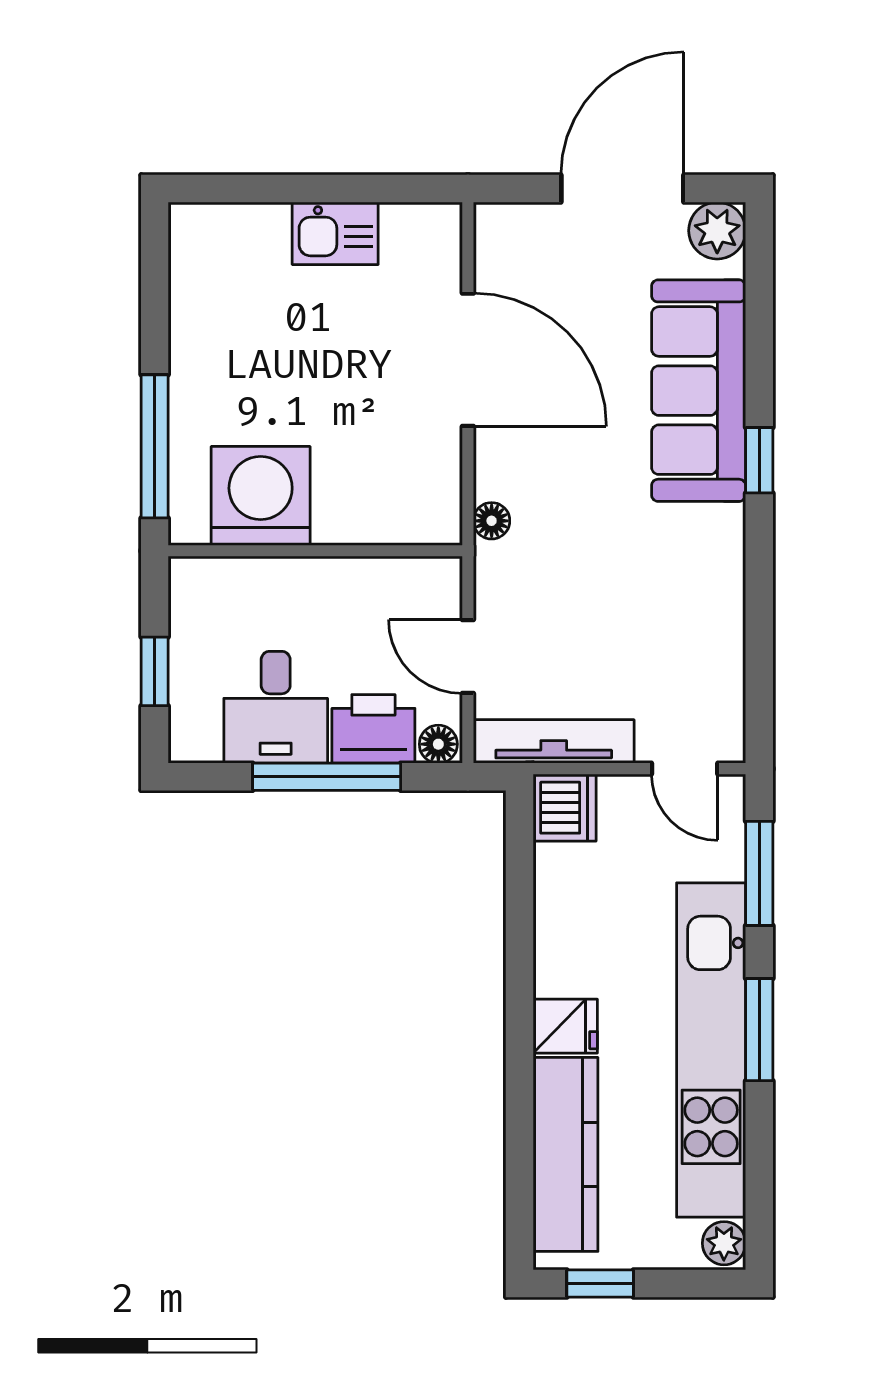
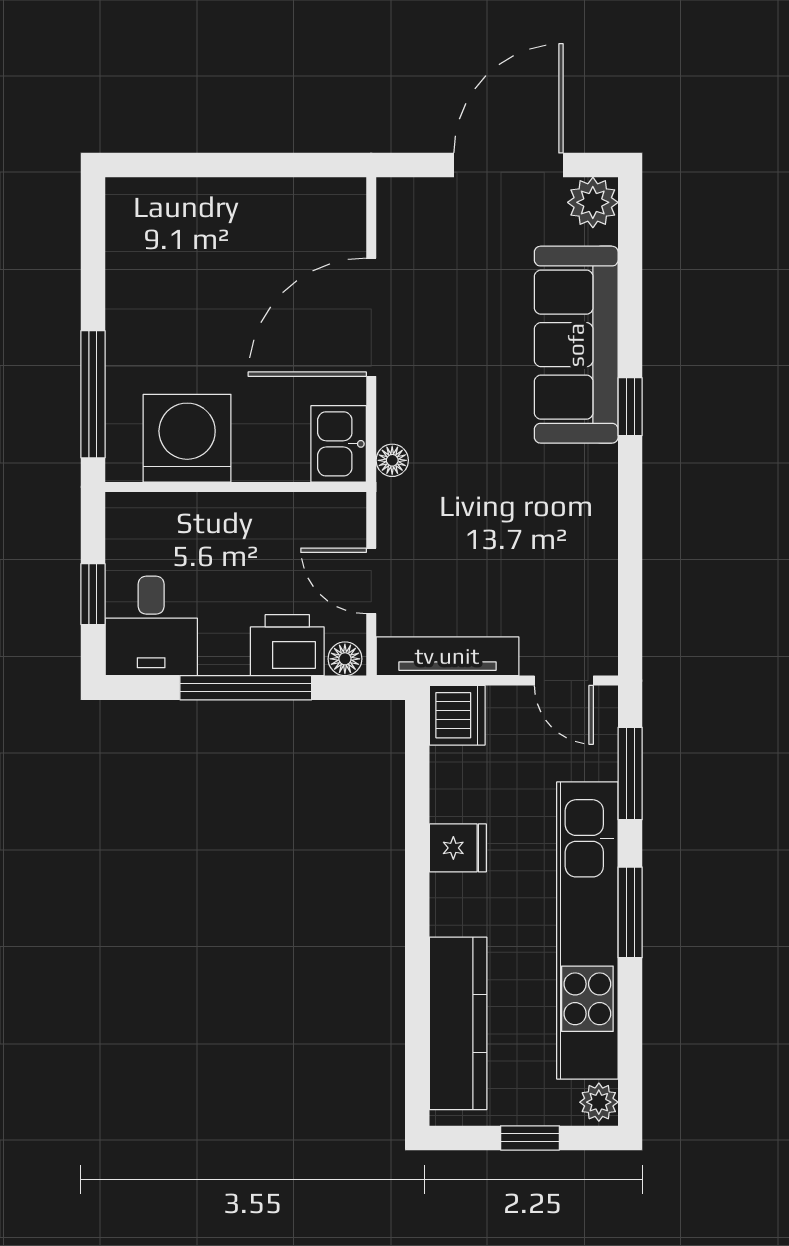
kitchen sink: (335, 233) -> (339, 444), moved, turned 90
door: (468, 360) -> (371, 317), swing flipped
desk: (276, 707) -> (151, 626), moved
fridge: (565, 1026) -> (458, 848), moved
window: (600, 1283) -> (530, 1138), moved

